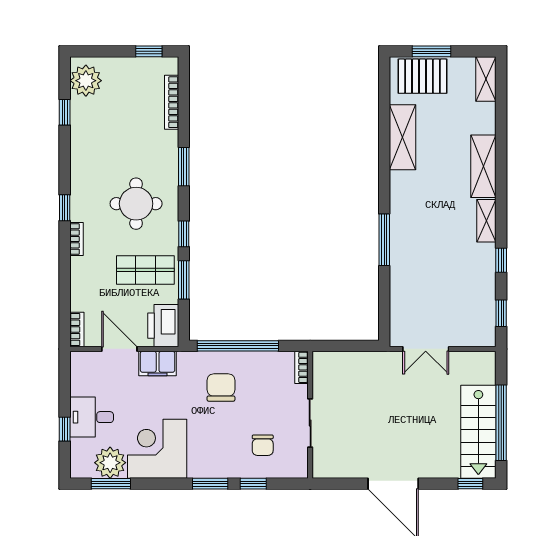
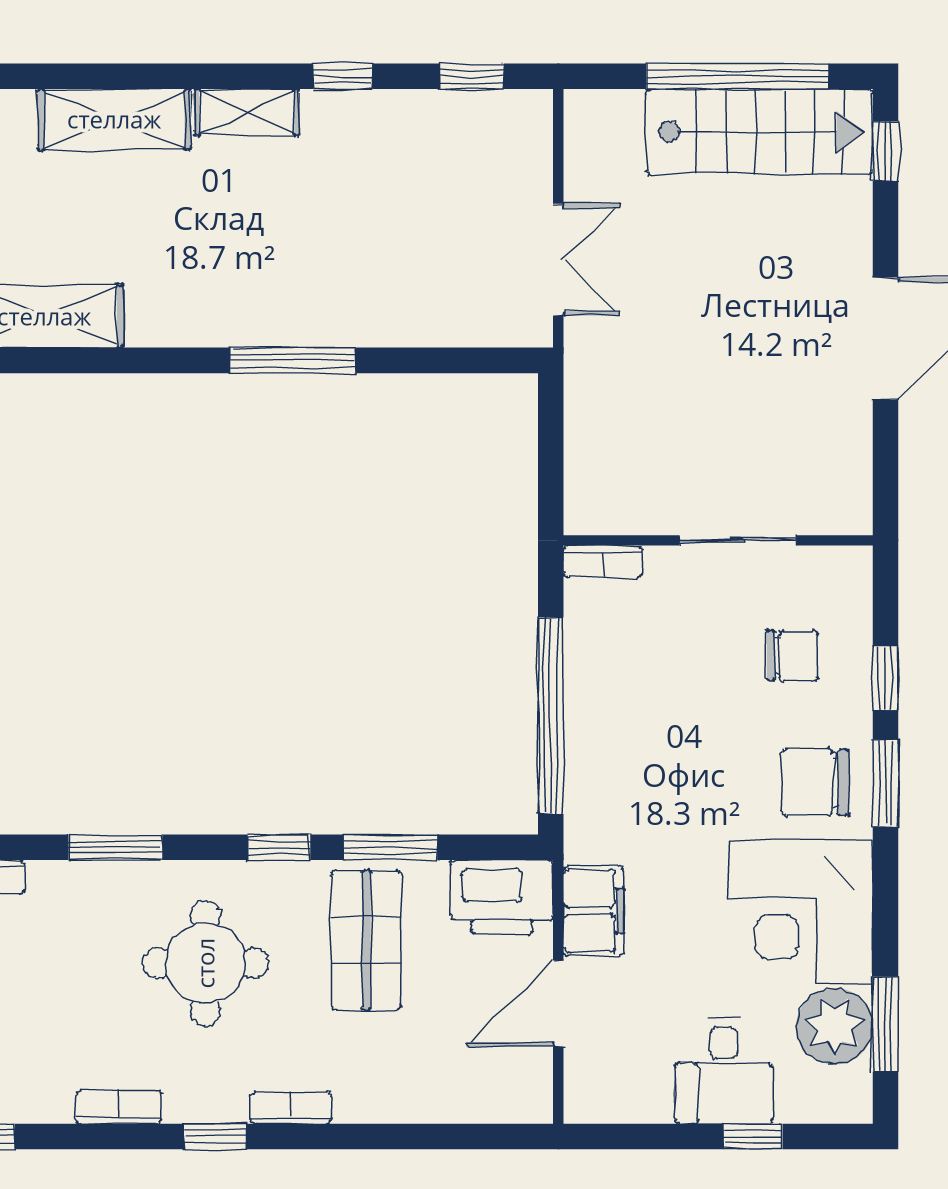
bookcase: (77, 329) -> (119, 1107), moved
chair: (221, 388) -> (815, 782), moved

